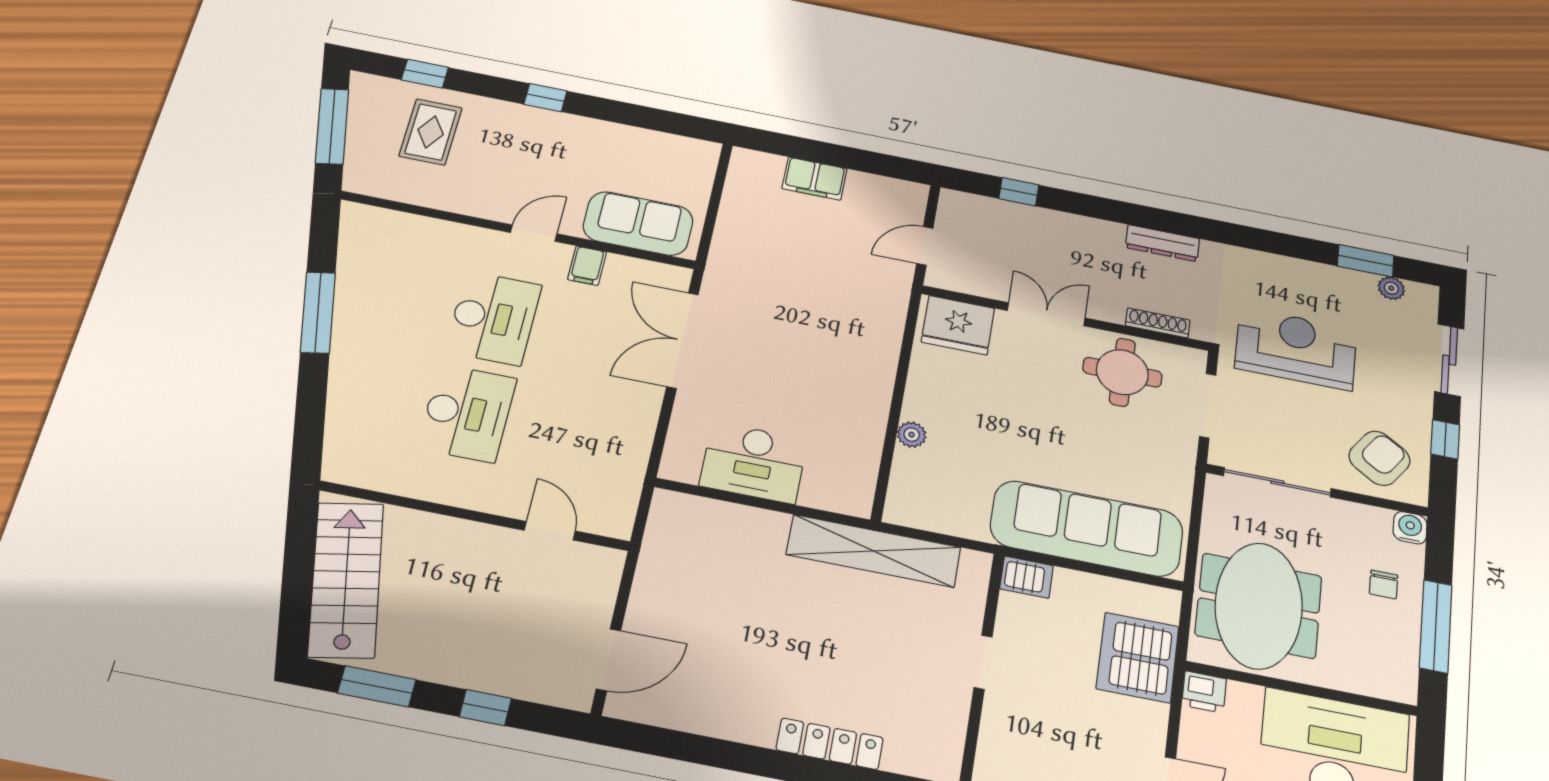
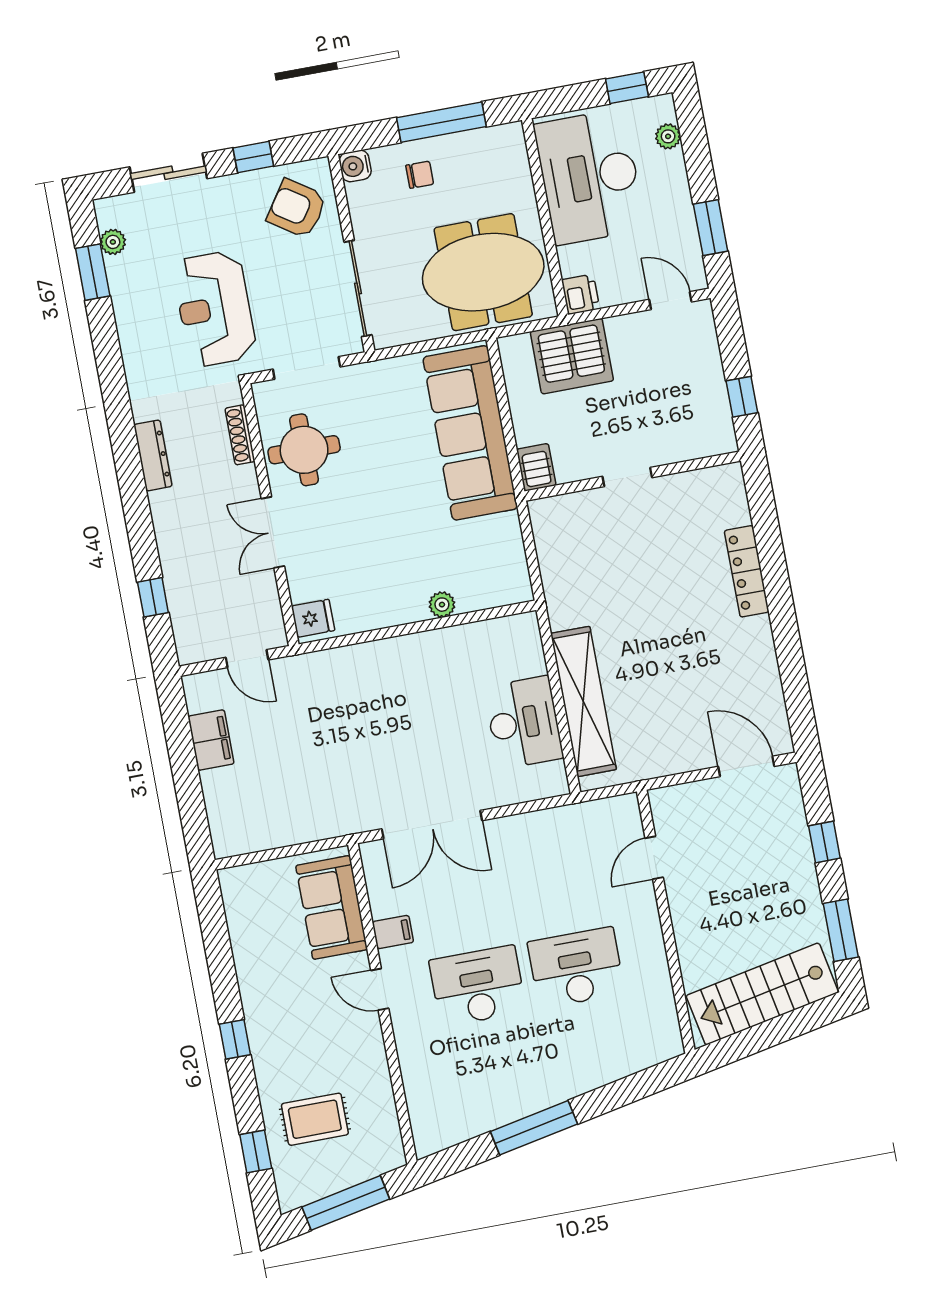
filing cabinet: (814, 179) -> (211, 740), moved
fridge: (958, 325) -> (313, 618), width x0.53, depth x0.75
shelving: (874, 551) -> (583, 701), moved

